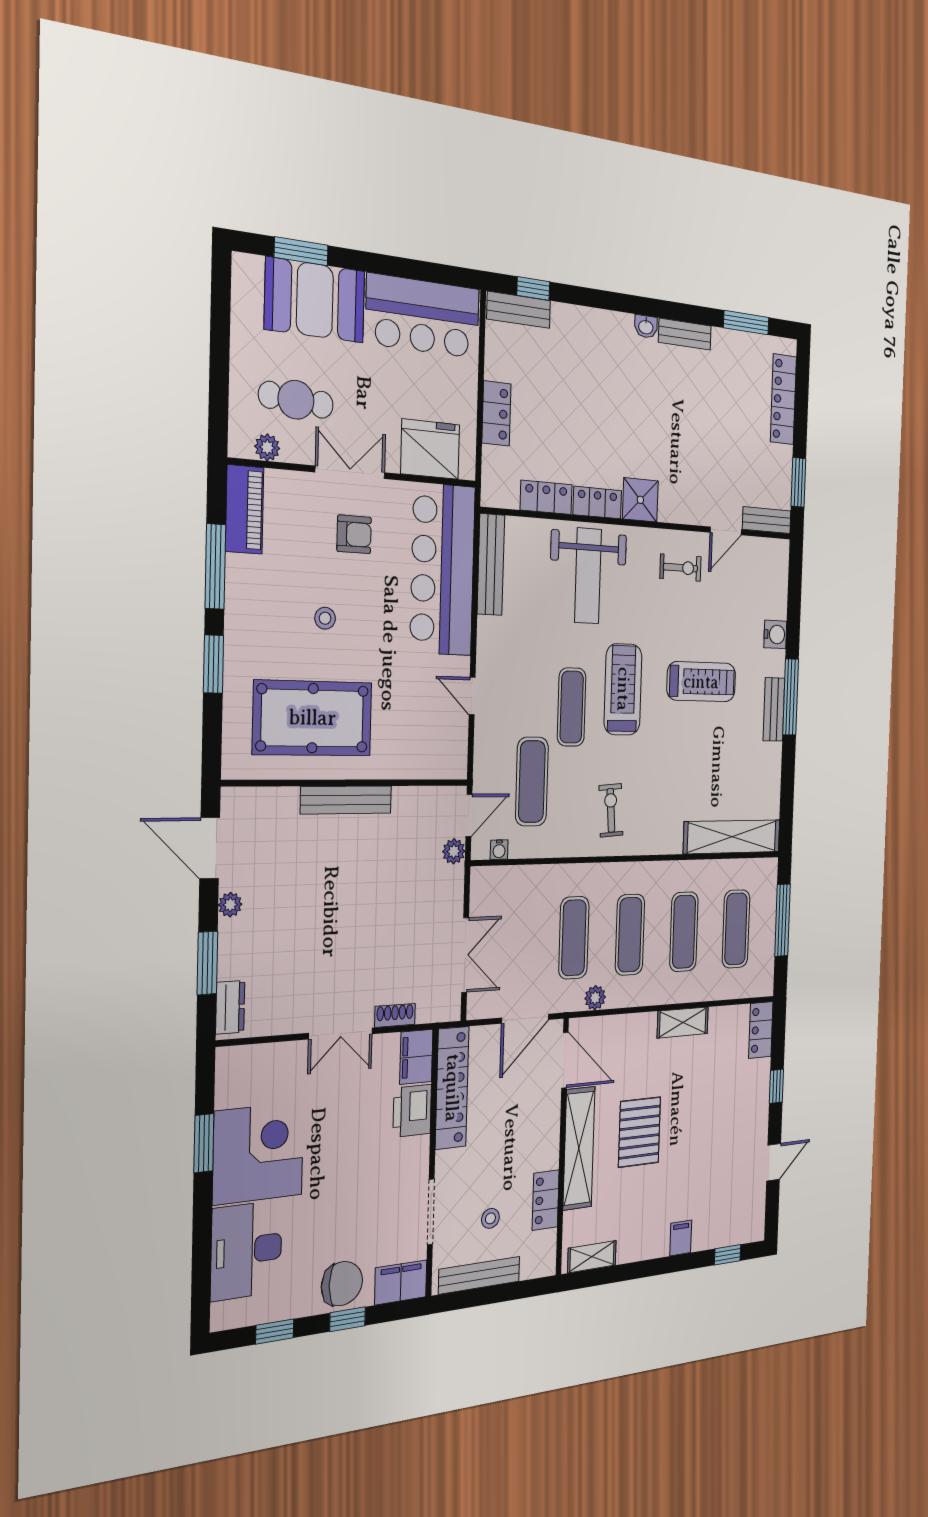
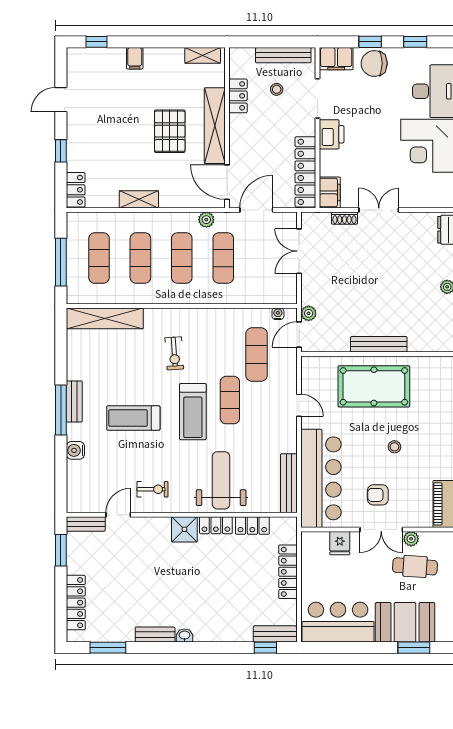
locker: (496, 413) -> (288, 572), width x1.53
plant: (267, 447) -> (411, 539), moved
fridge: (430, 449) -> (340, 543), width x0.53, depth x0.75
exercise bike: (680, 568) -> (153, 489), turned 180
pool table: (313, 718) -> (374, 386), moved
exercise bike: (611, 810) -> (174, 353), moved
printer: (412, 1111) -> (332, 134), moved

